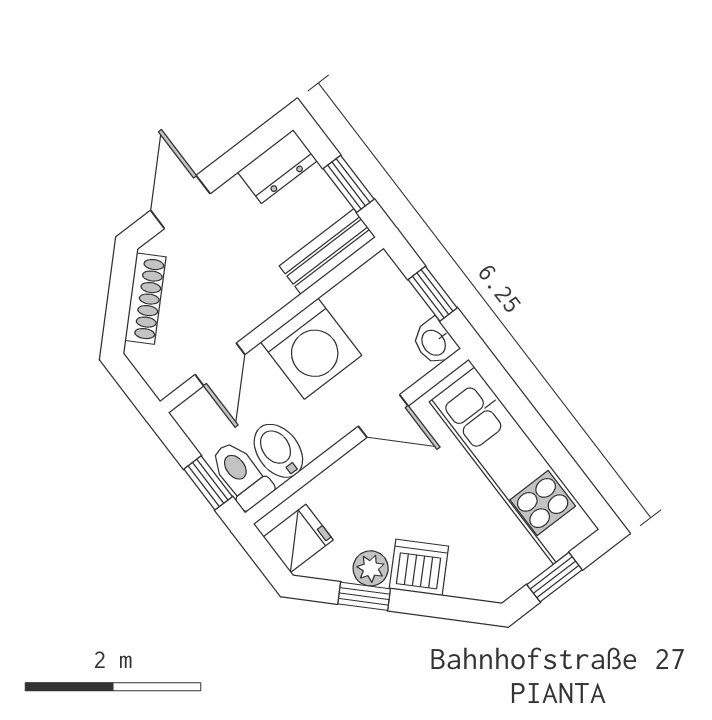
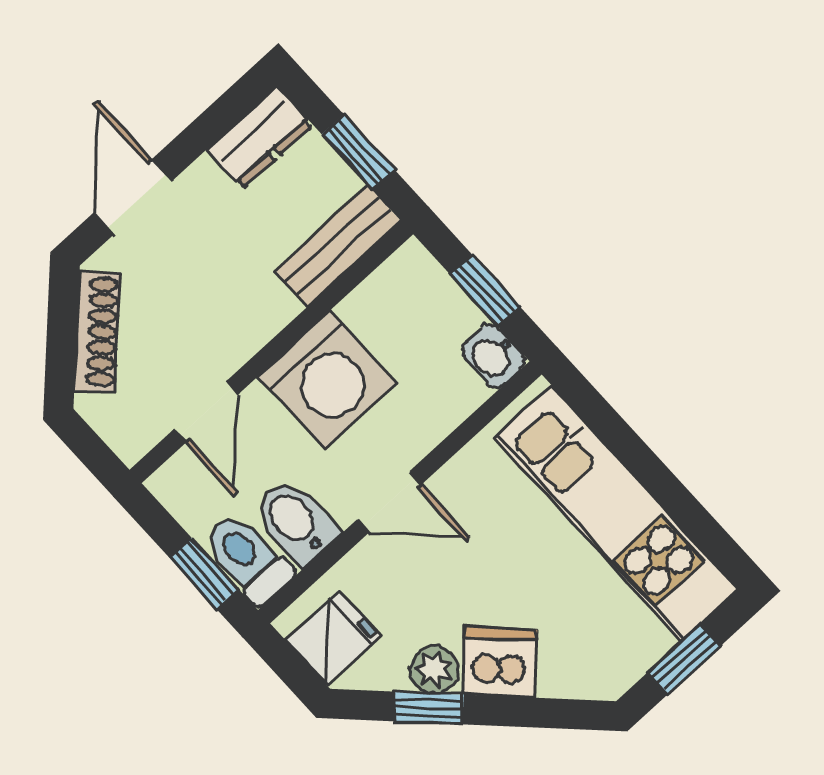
door: (383, 416) -> (389, 502), moved

